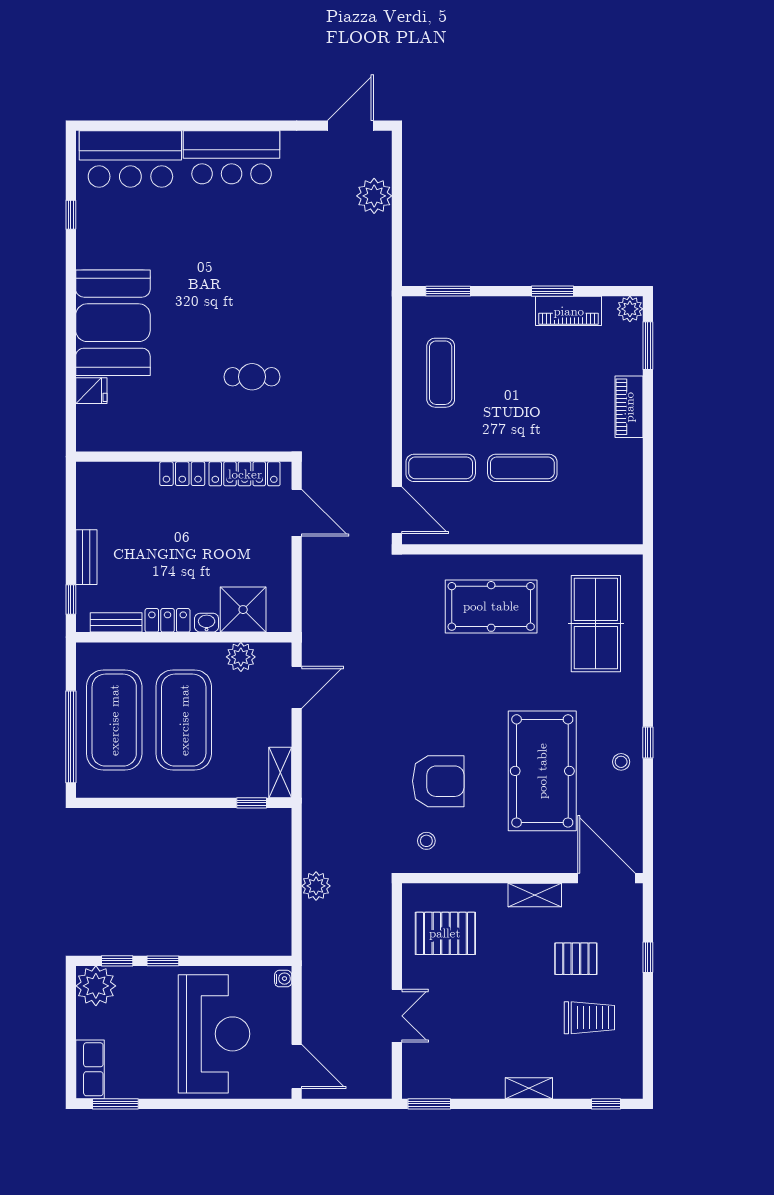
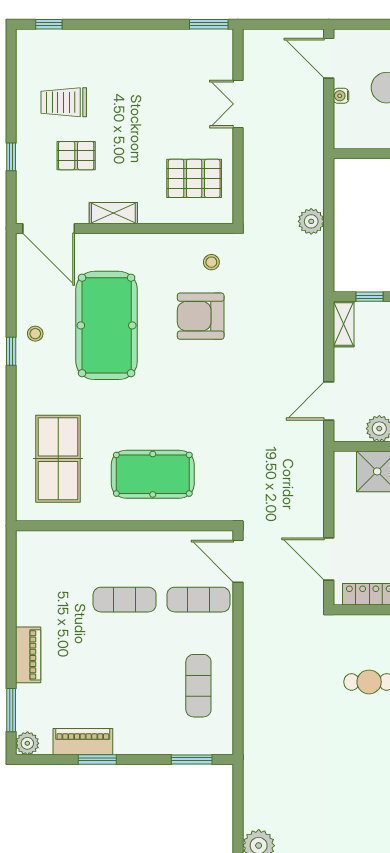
water cooler: (283, 979) -> (341, 96), moved
shelving: (529, 1088) -> (119, 38), removed

